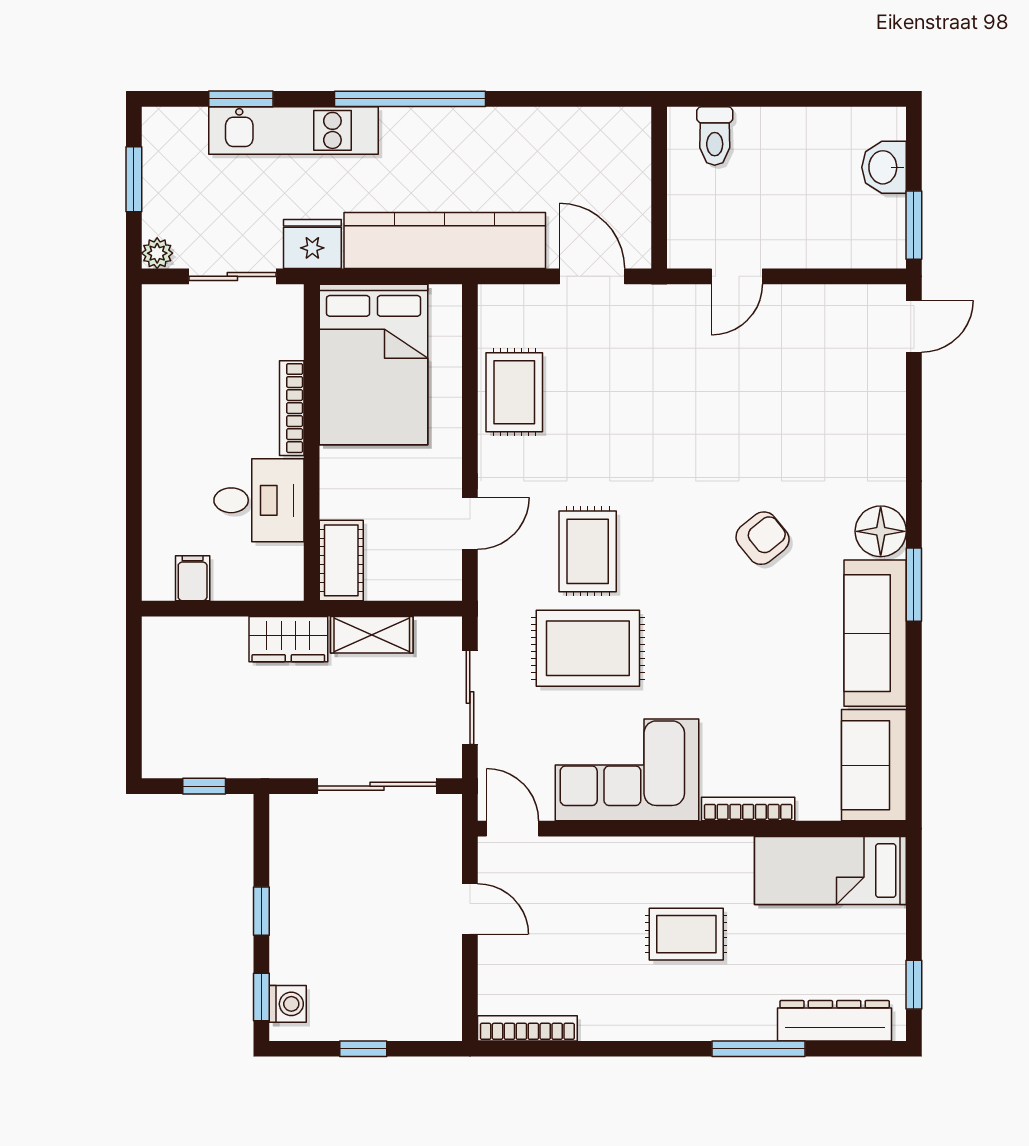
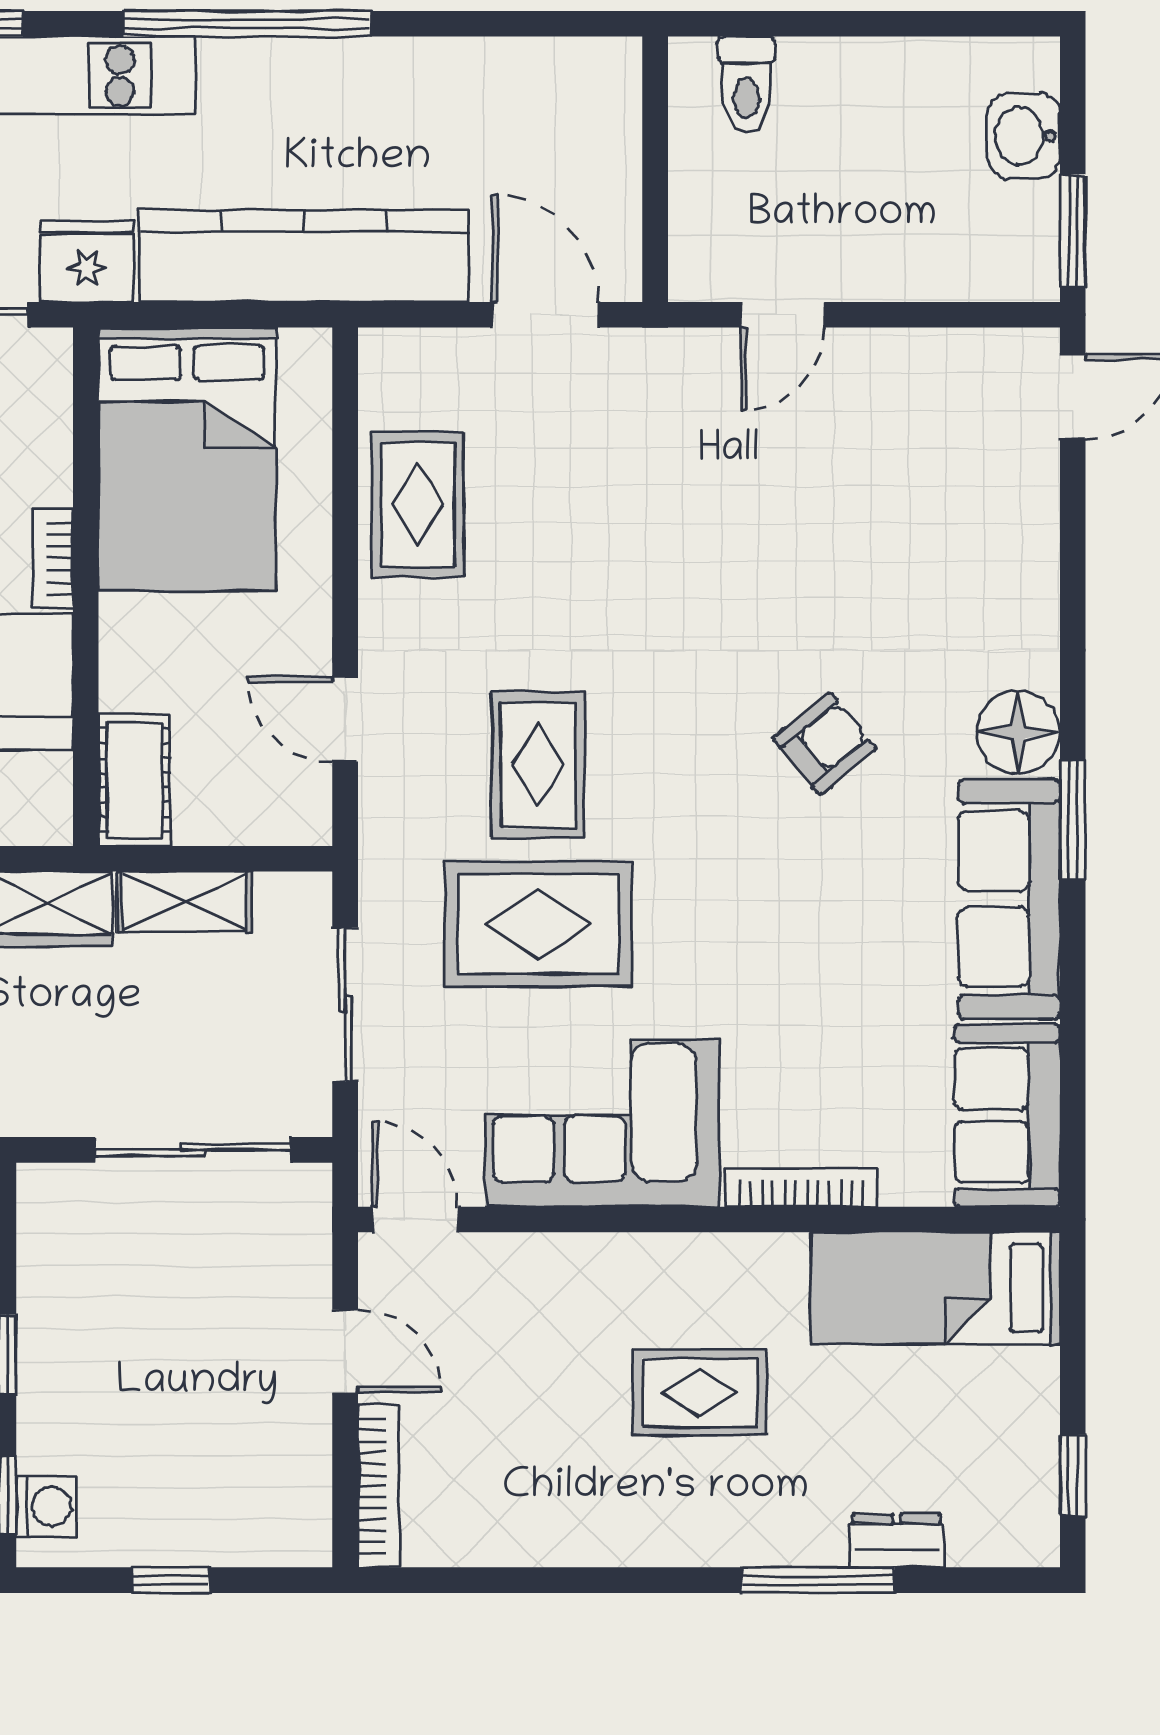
bookcase: (292, 408) -> (53, 558), width x0.64
door: (470, 523) -> (345, 719), swing flipped
dresser: (835, 1021) -> (897, 1541), width x0.51, depth x0.80
bookcase: (527, 1028) -> (379, 1486), moved, turned 90

